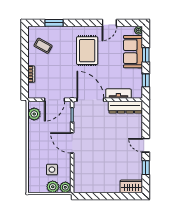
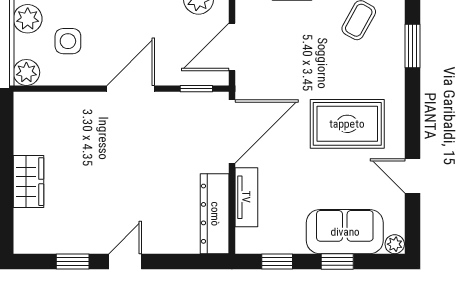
door: (54, 100) -> (232, 47), hinge flipped
wardrobe: (131, 186) -> (28, 182), moved
plant: (53, 187) -> (28, 19), moved

